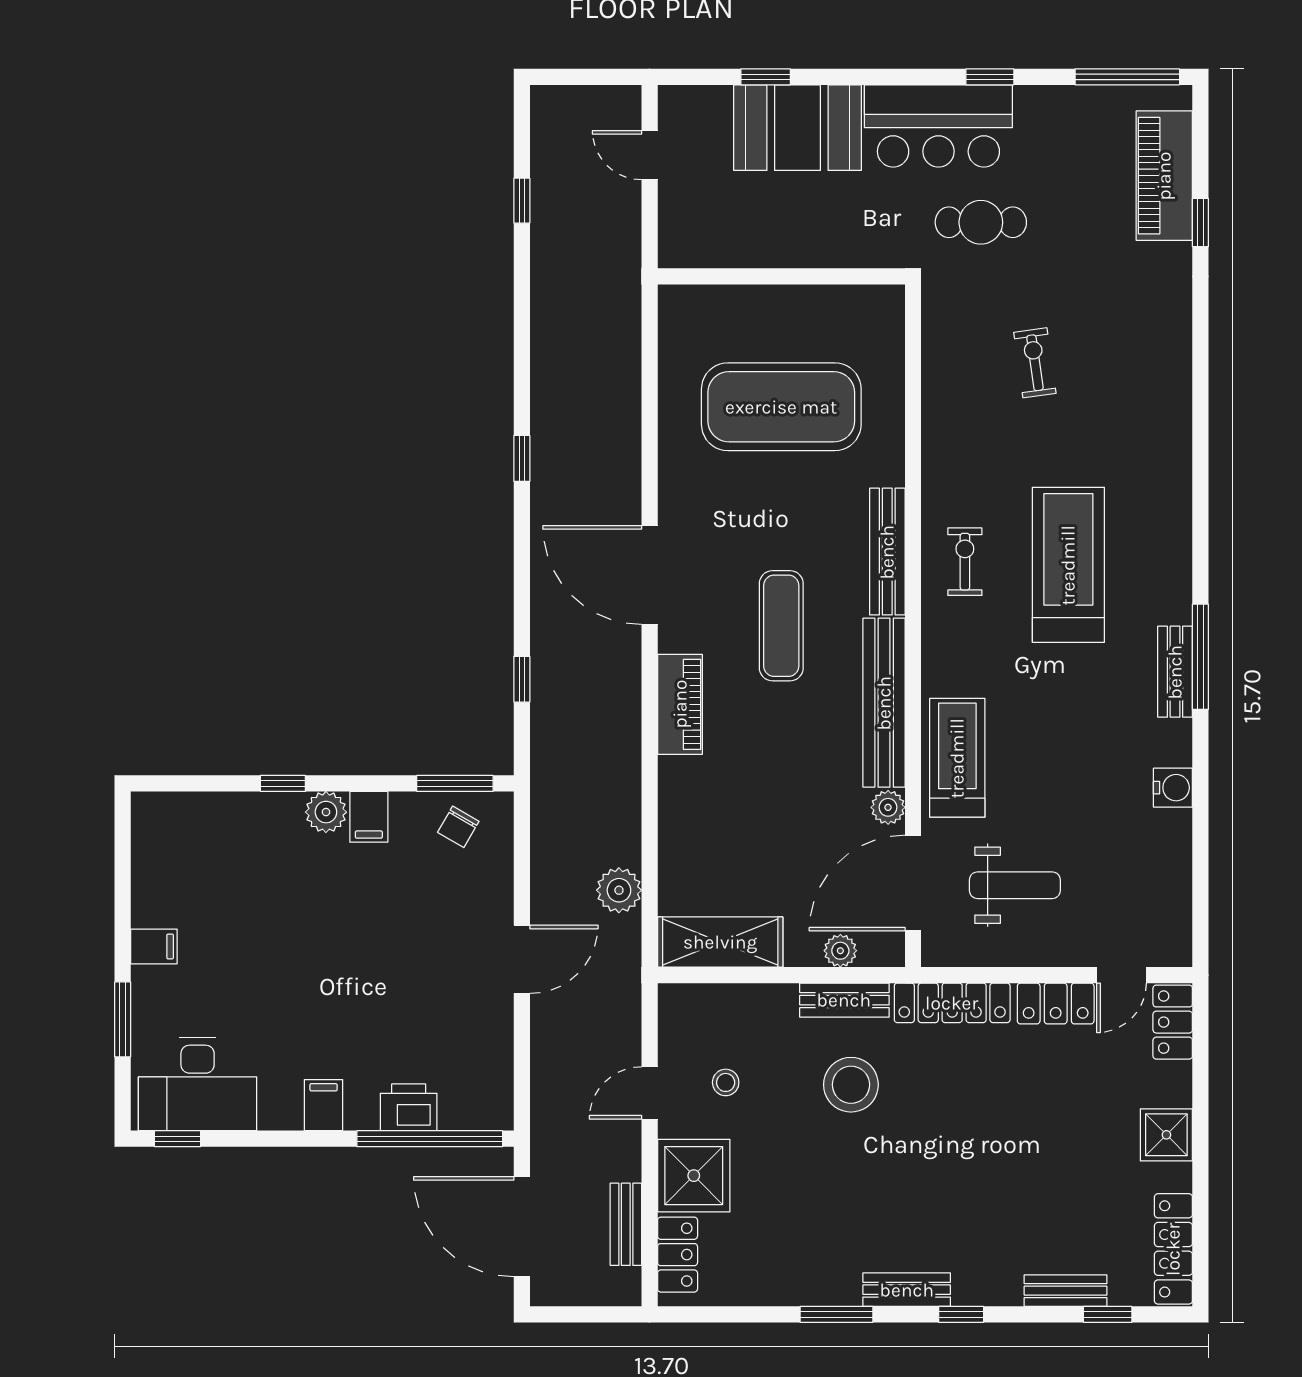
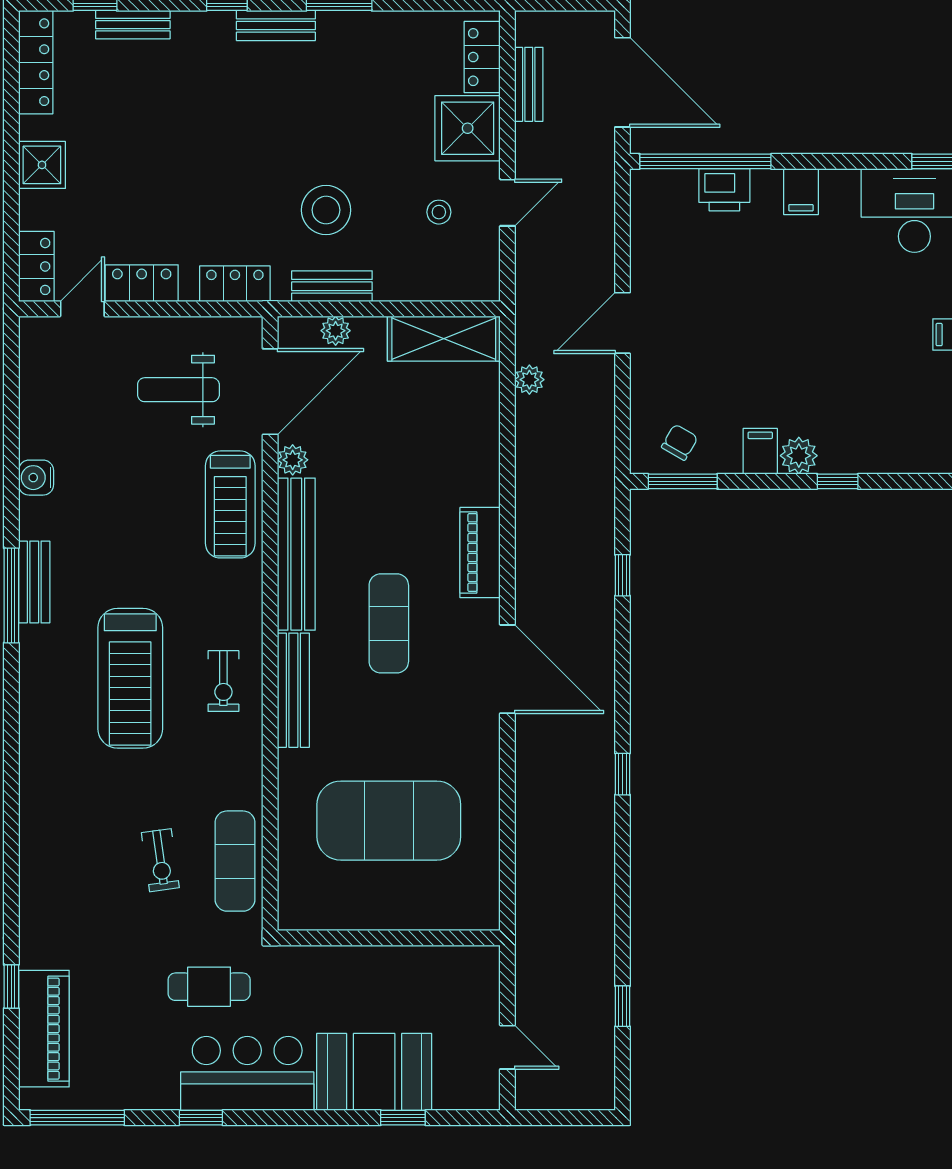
exercise mat: (952, 362) -> (235, 861), added
plant: (619, 890) -> (529, 380), width x0.73, depth x0.73
locker: (952, 1003) -> (235, 284), width x0.66

